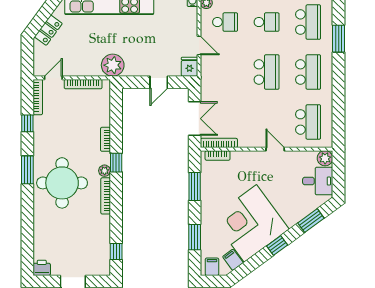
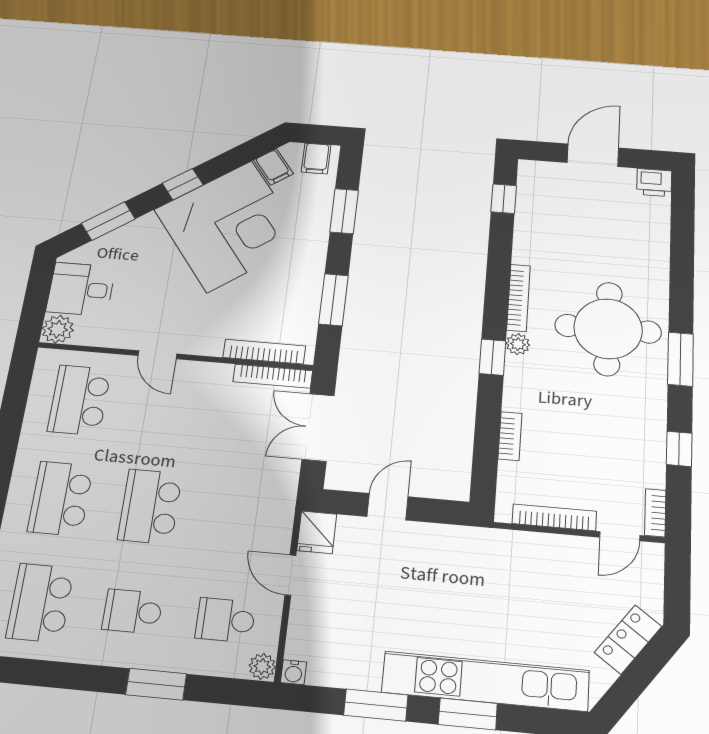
plant: (113, 65) -> (486, 551), removed
bookcase: (38, 97) -> (655, 513), width x0.64
bookcase: (105, 139) -> (510, 436), moved
bookcase: (218, 155) -> (264, 352), width x1.56

